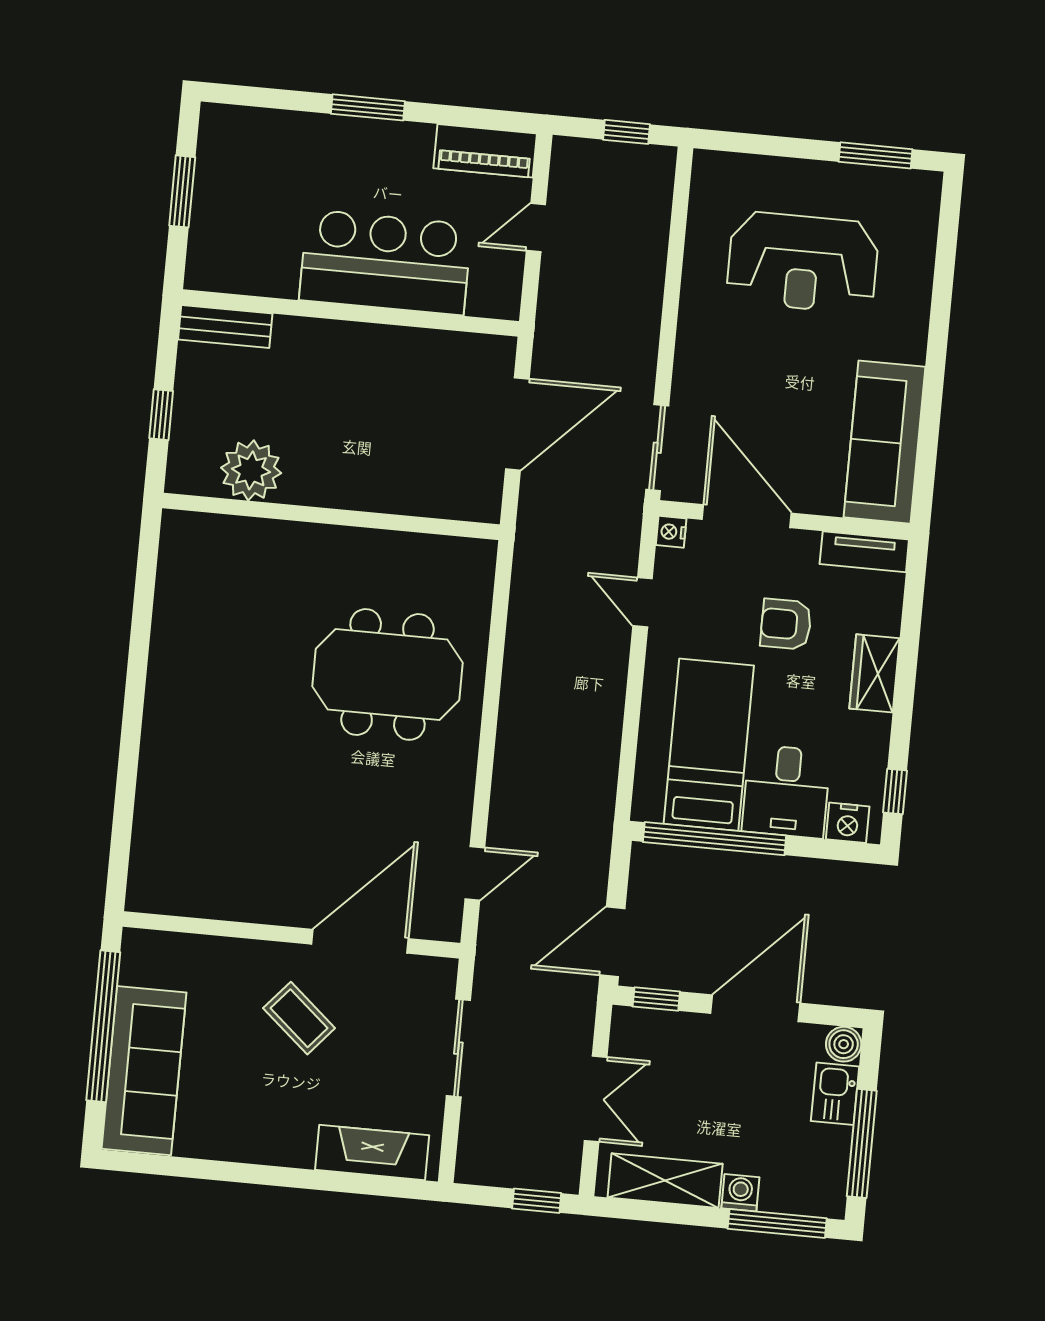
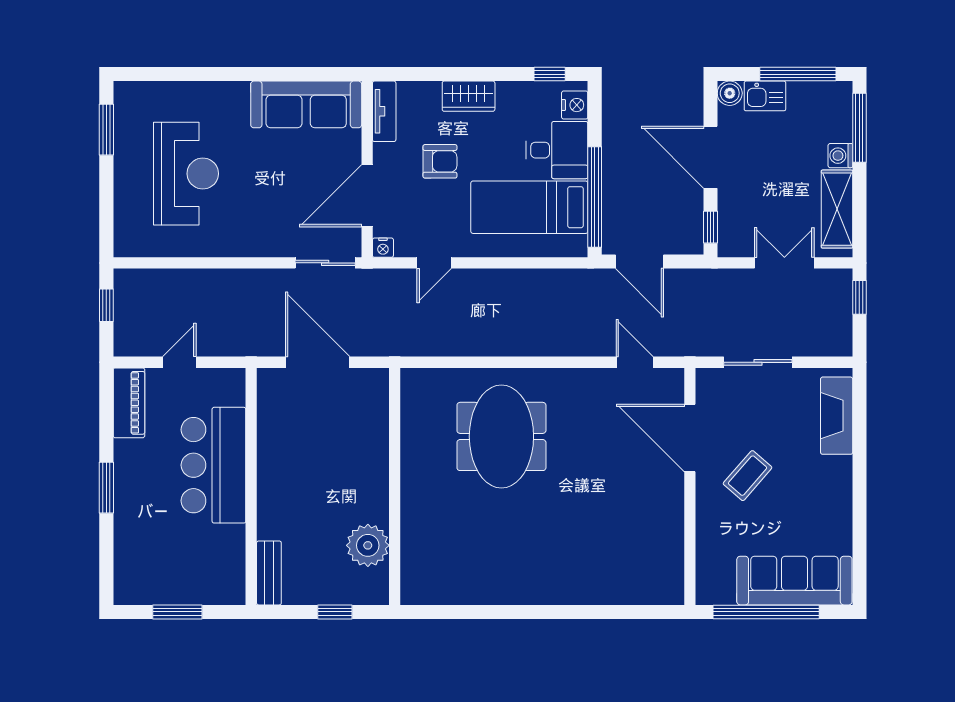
door: (536, 228) -> (179, 362), swing flipped
armchair: (786, 624) -> (440, 161), turned -90
door: (612, 942) -> (640, 262), moved

